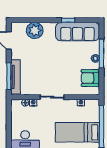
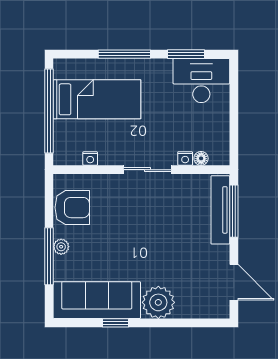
plant: (35, 30) -> (158, 302), moved

